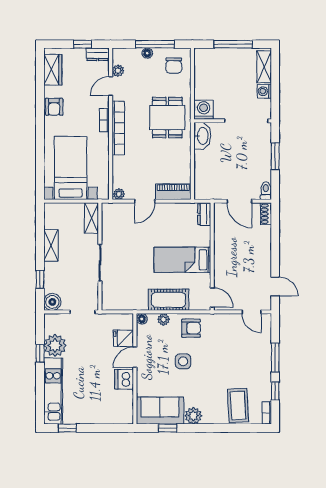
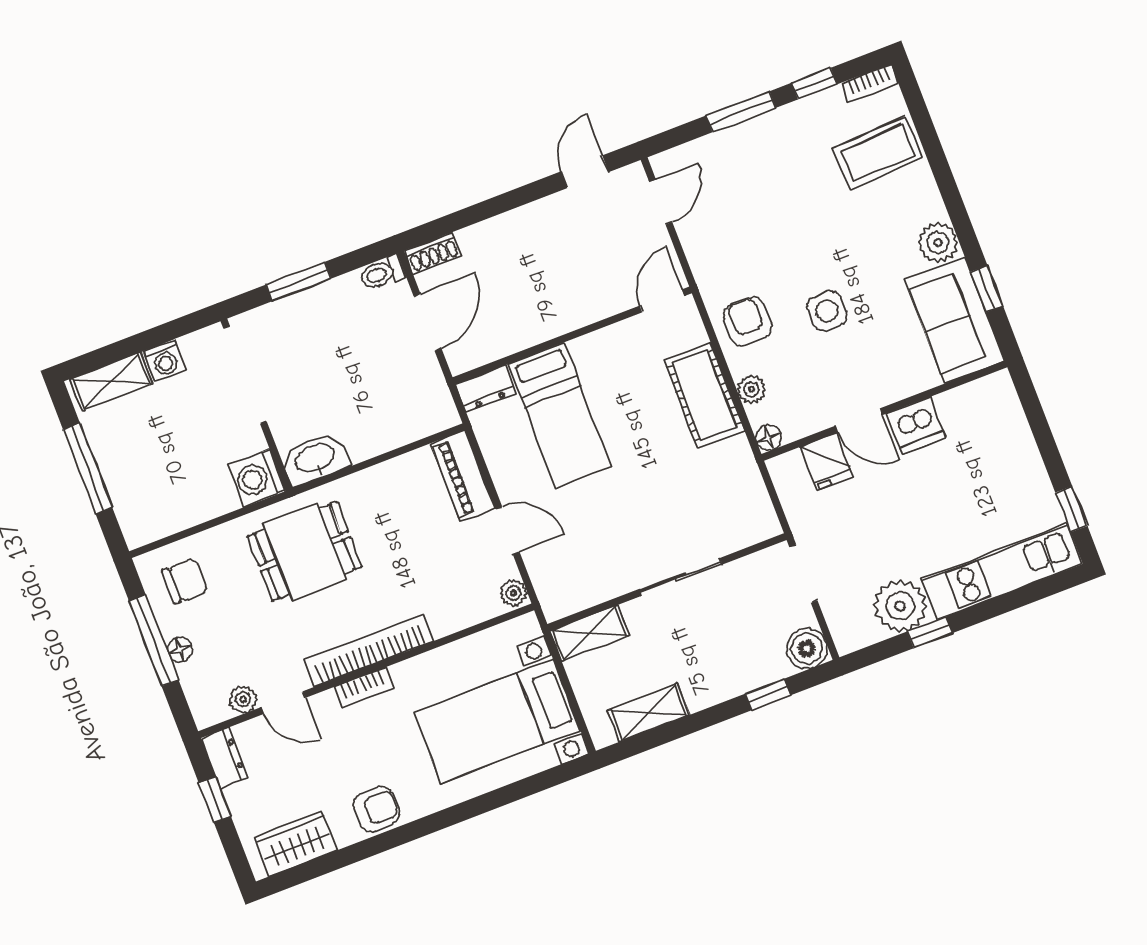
shelving: (51, 245) -> (649, 713), moved
bed: (182, 260) -> (560, 415), moved

